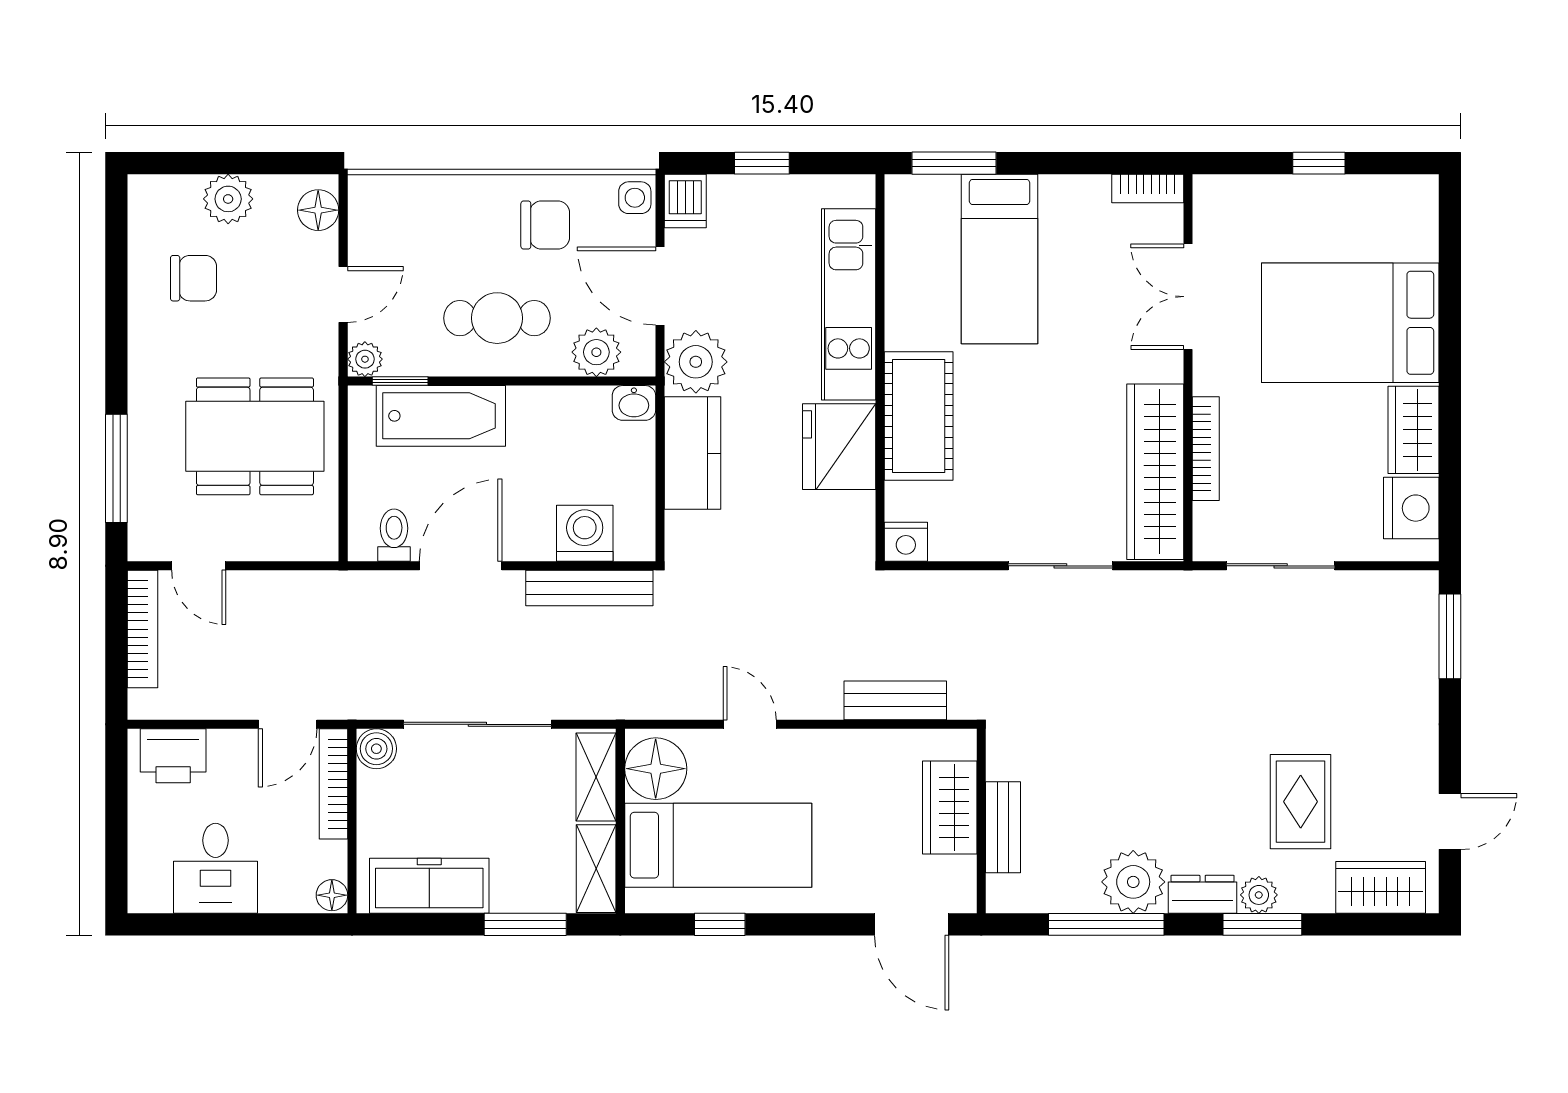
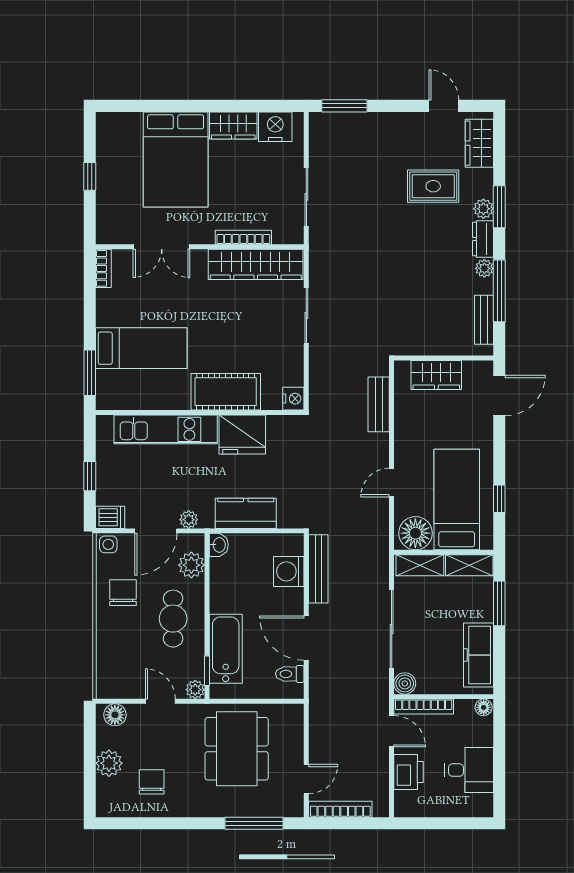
plant: (696, 362) -> (189, 520), width x0.53, depth x0.53
printer: (173, 756) -> (409, 772), moved
bench: (1003, 827) -> (484, 320), moved, turned 90
plant: (1133, 882) -> (484, 268), width x0.53, depth x0.53

